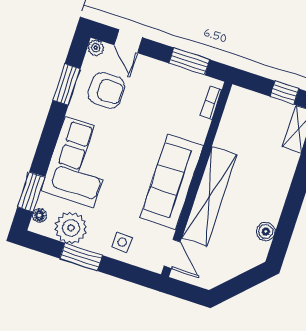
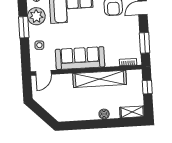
window: (284, 93) -> (147, 87), moved
shelving: (209, 196) -> (100, 79), moved
boiler: (266, 232) -> (104, 114), moved

